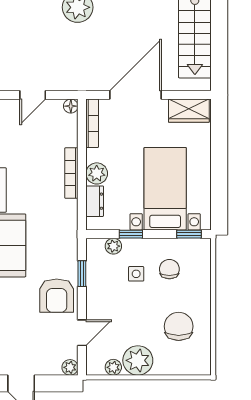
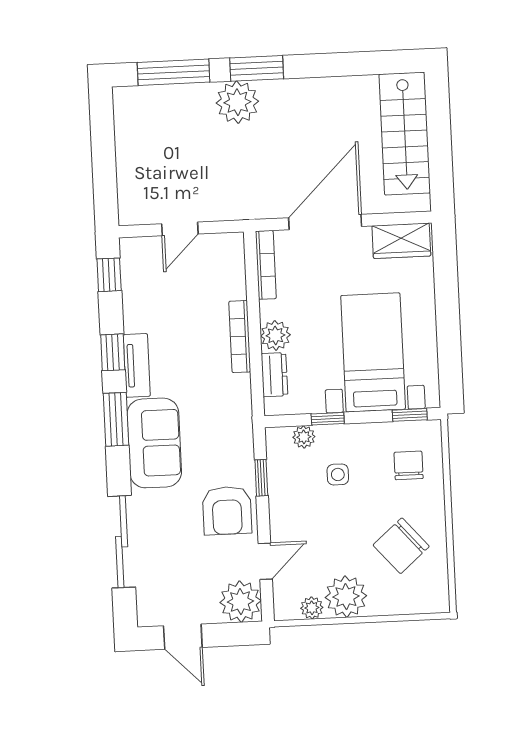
floor lamp: (71, 106) -> (234, 242), removed
chair: (169, 269) -> (409, 465), moved
chair: (179, 326) -> (401, 546), turned -131
plant: (70, 367) -> (240, 602), width x1.88, depth x1.88

